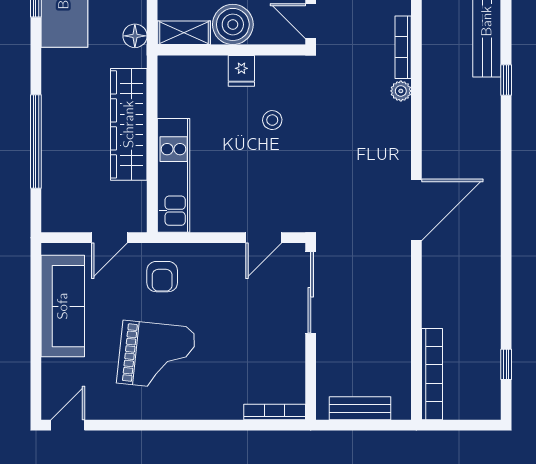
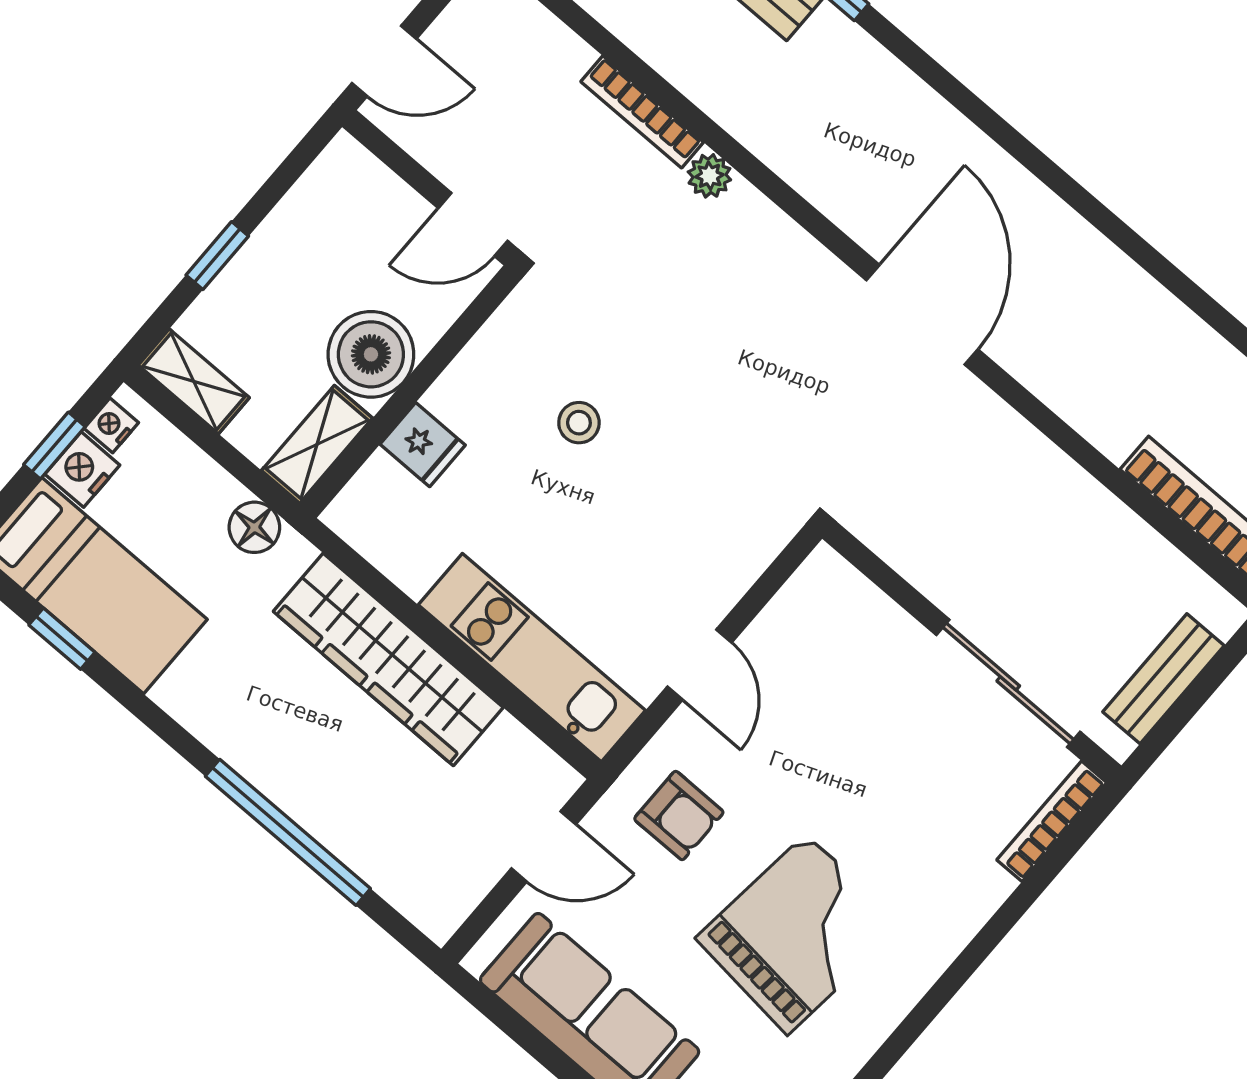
fridge: (241, 71) -> (423, 445), moved
door: (109, 238) -> (544, 846), hinge flipped
door: (264, 238) -> (699, 665), moved
sliding door: (311, 292) -> (1008, 683), moved

